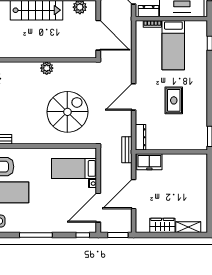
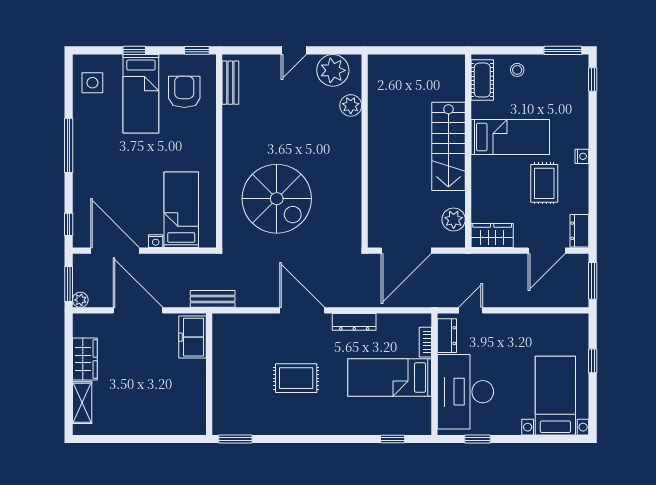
plant: (47, 68) -> (351, 105), moved
dresser: (140, 137) -> (354, 322), moved
plant: (127, 228) -> (80, 300), added

